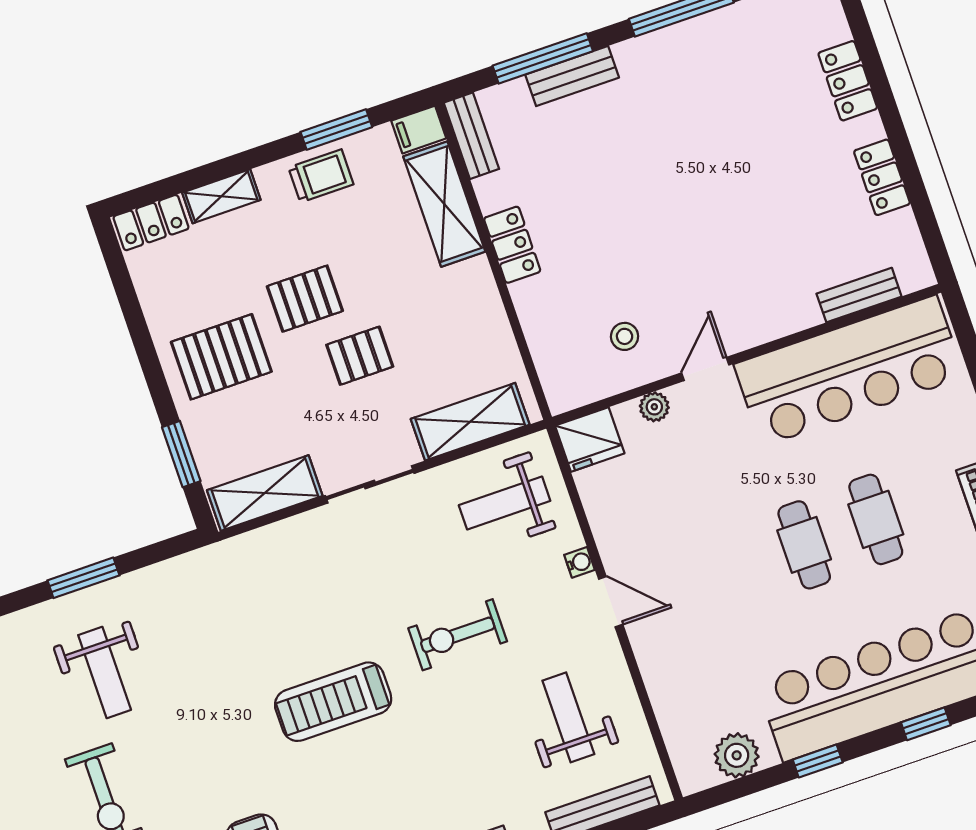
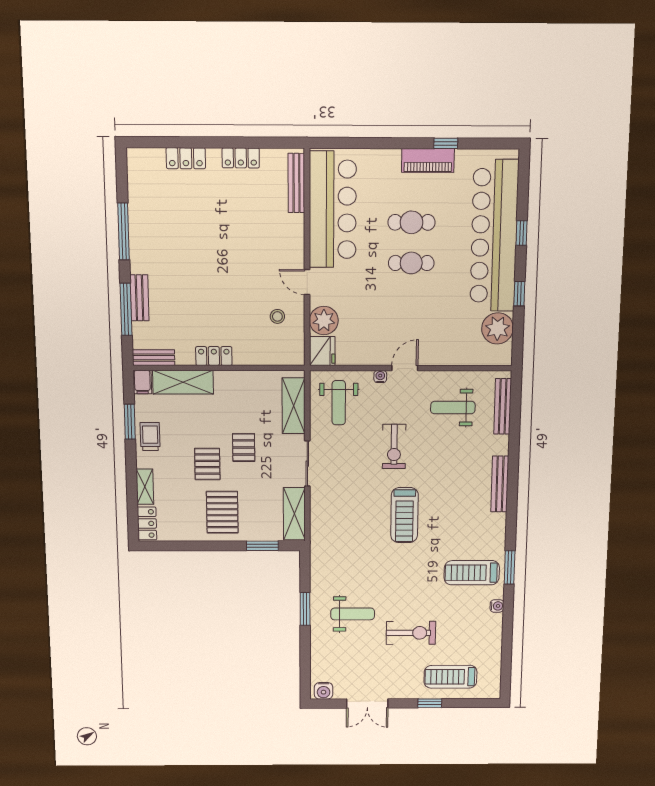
bench: (859, 295) -> (296, 183), width x1.36
plant: (654, 407) -> (324, 320), width x1.88, depth x1.88
plant: (737, 755) -> (498, 328), width x1.36, depth x1.36

